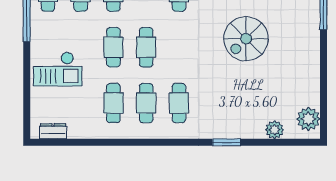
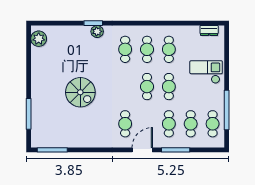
spiral stairs: (246, 39) -> (80, 92), turned 90
plant: (275, 130) -> (97, 31), moved

